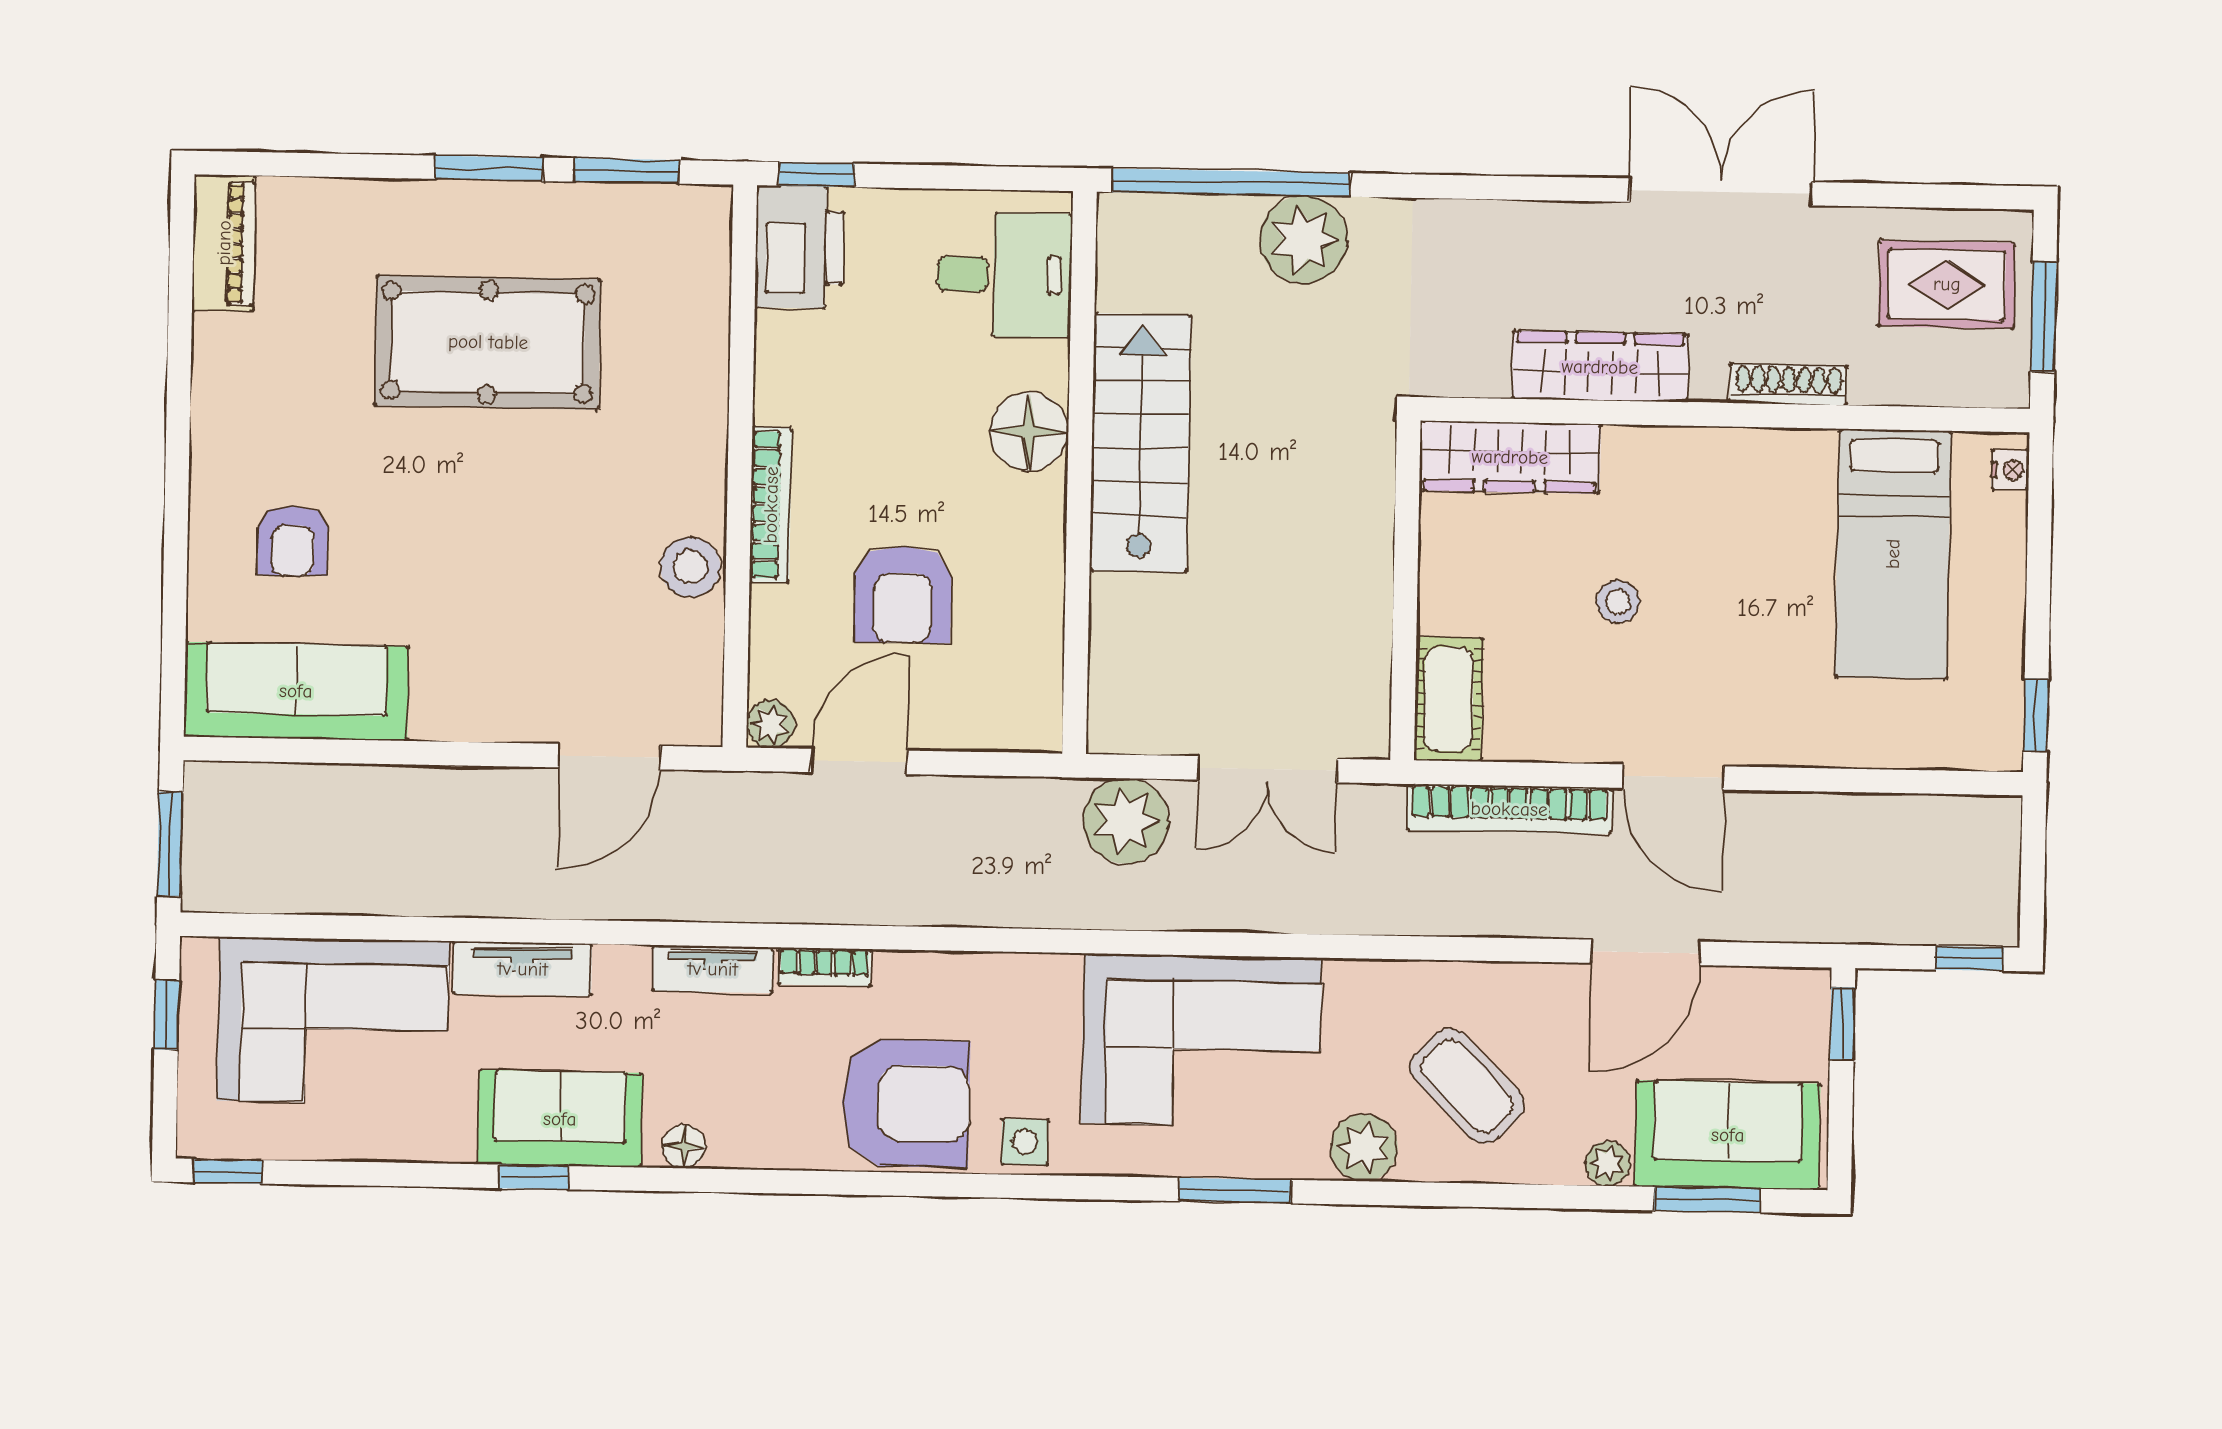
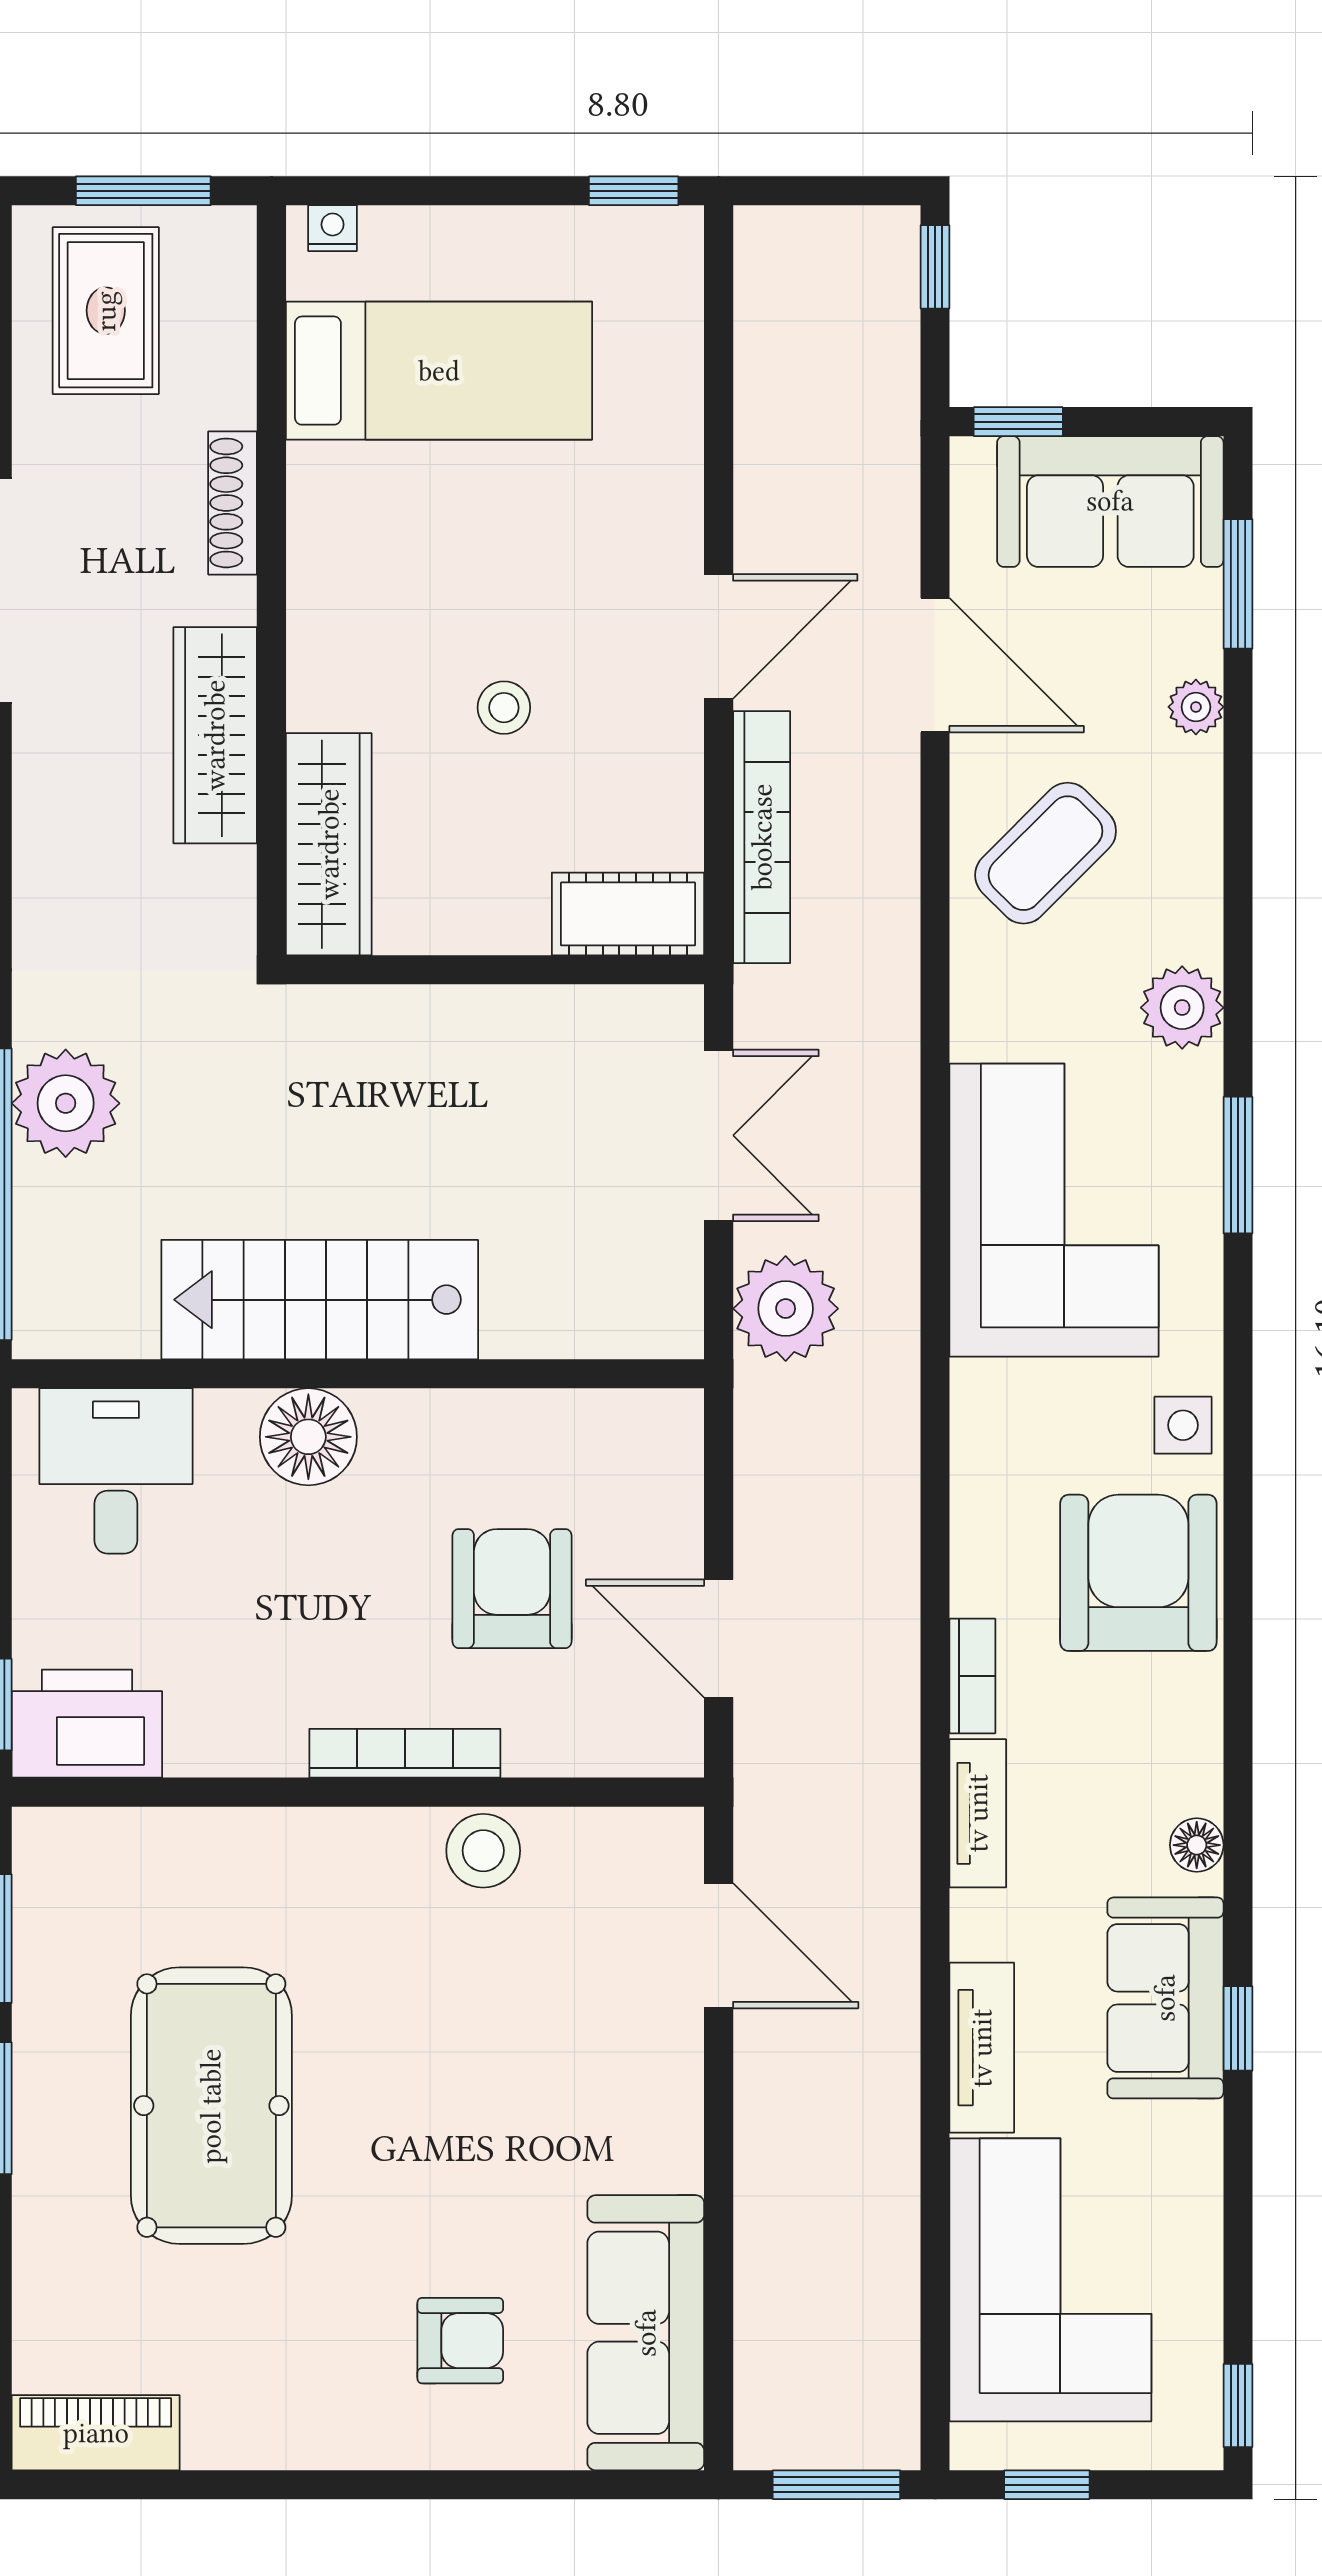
armchair: (903, 594) -> (512, 1589), turned -90
plant: (771, 724) -> (675, 1748), removed
coffee table: (1467, 1086) -> (1046, 853), moved
sofa: (1728, 1135) -> (1110, 501), moved, turned -90

